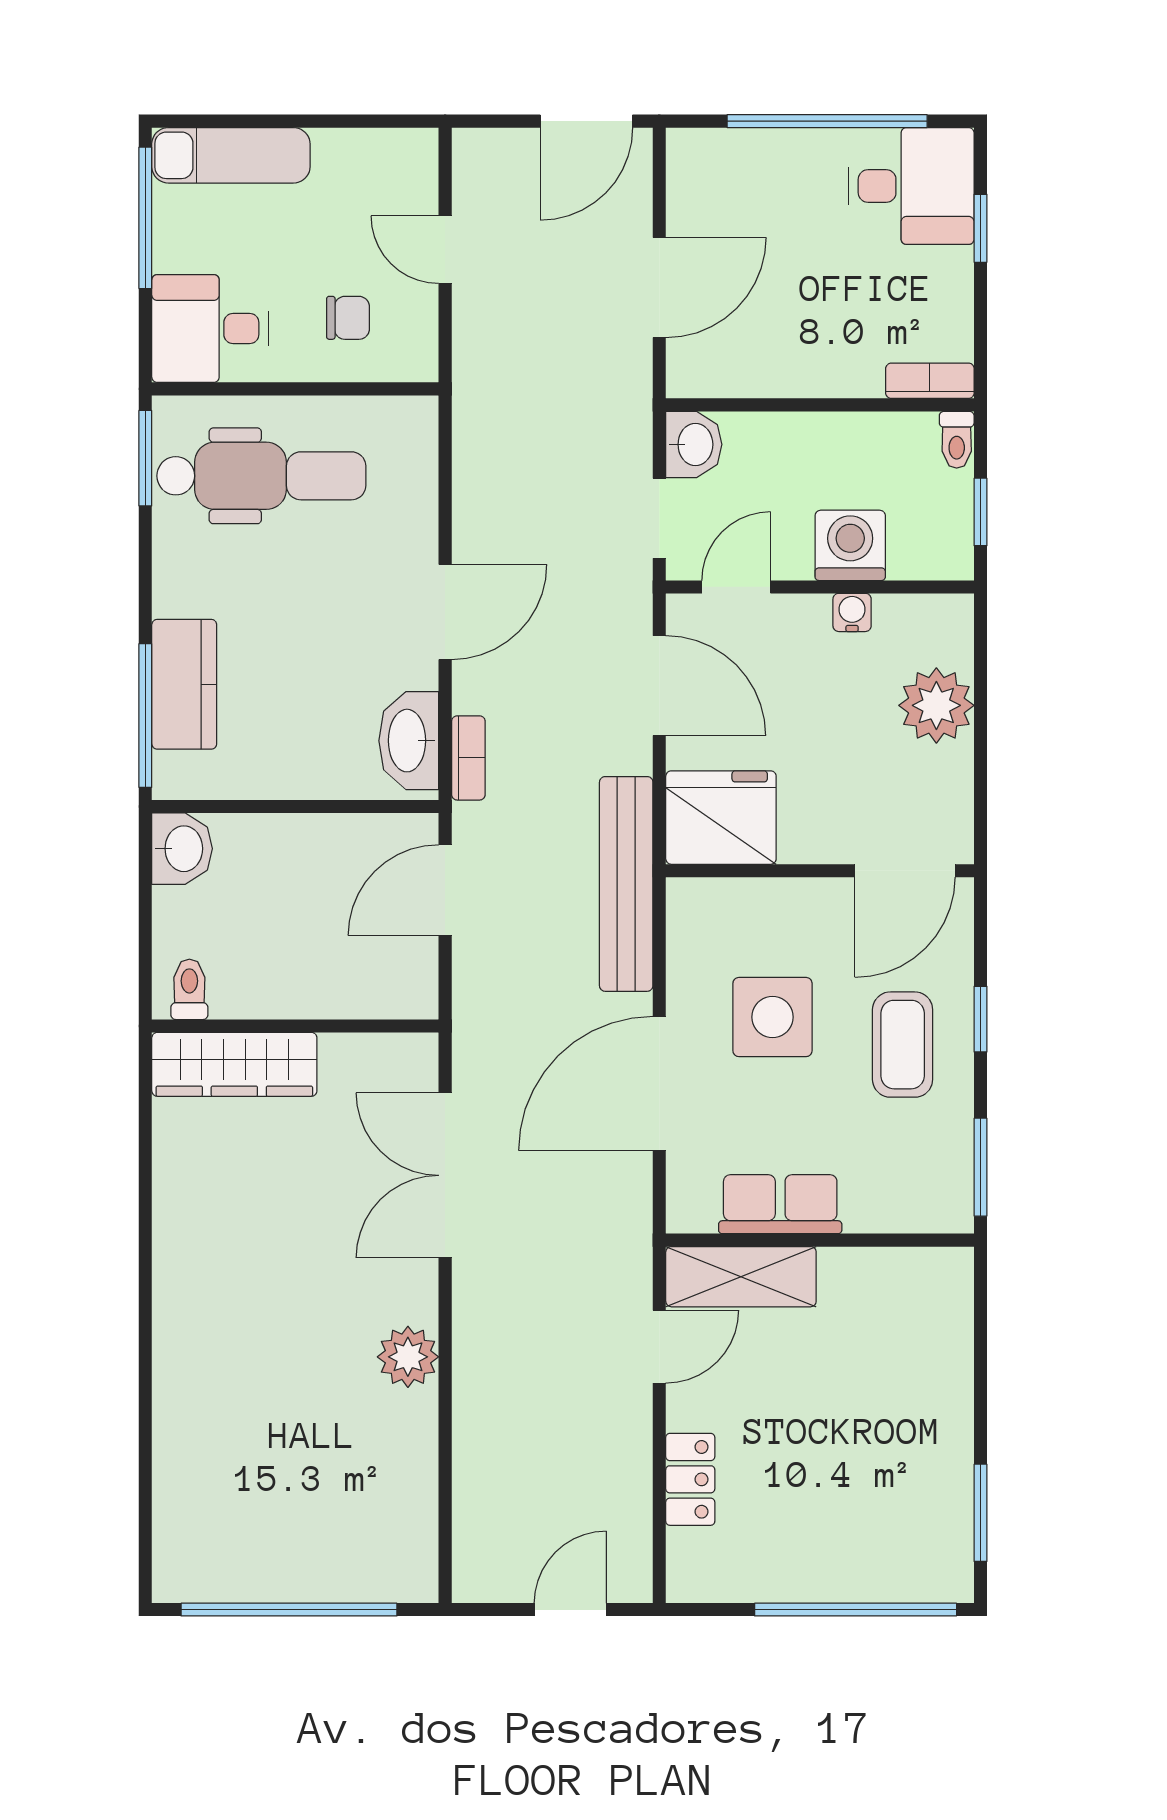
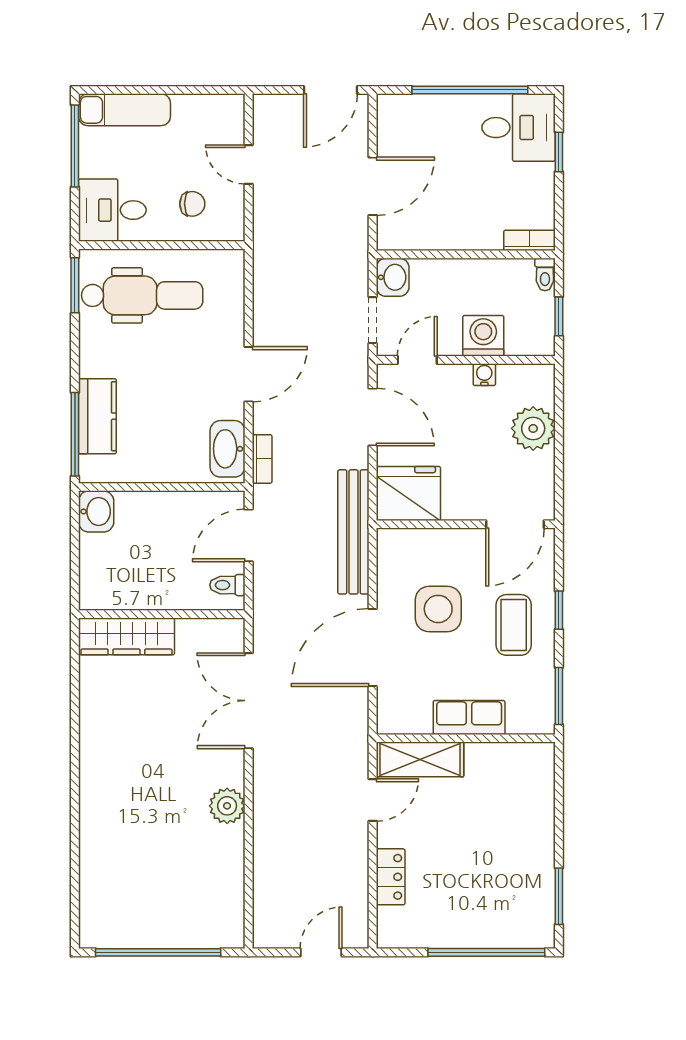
toilet: (189, 989) -> (227, 585), moved, turned -90
row of seats: (780, 1204) -> (469, 717), moved

